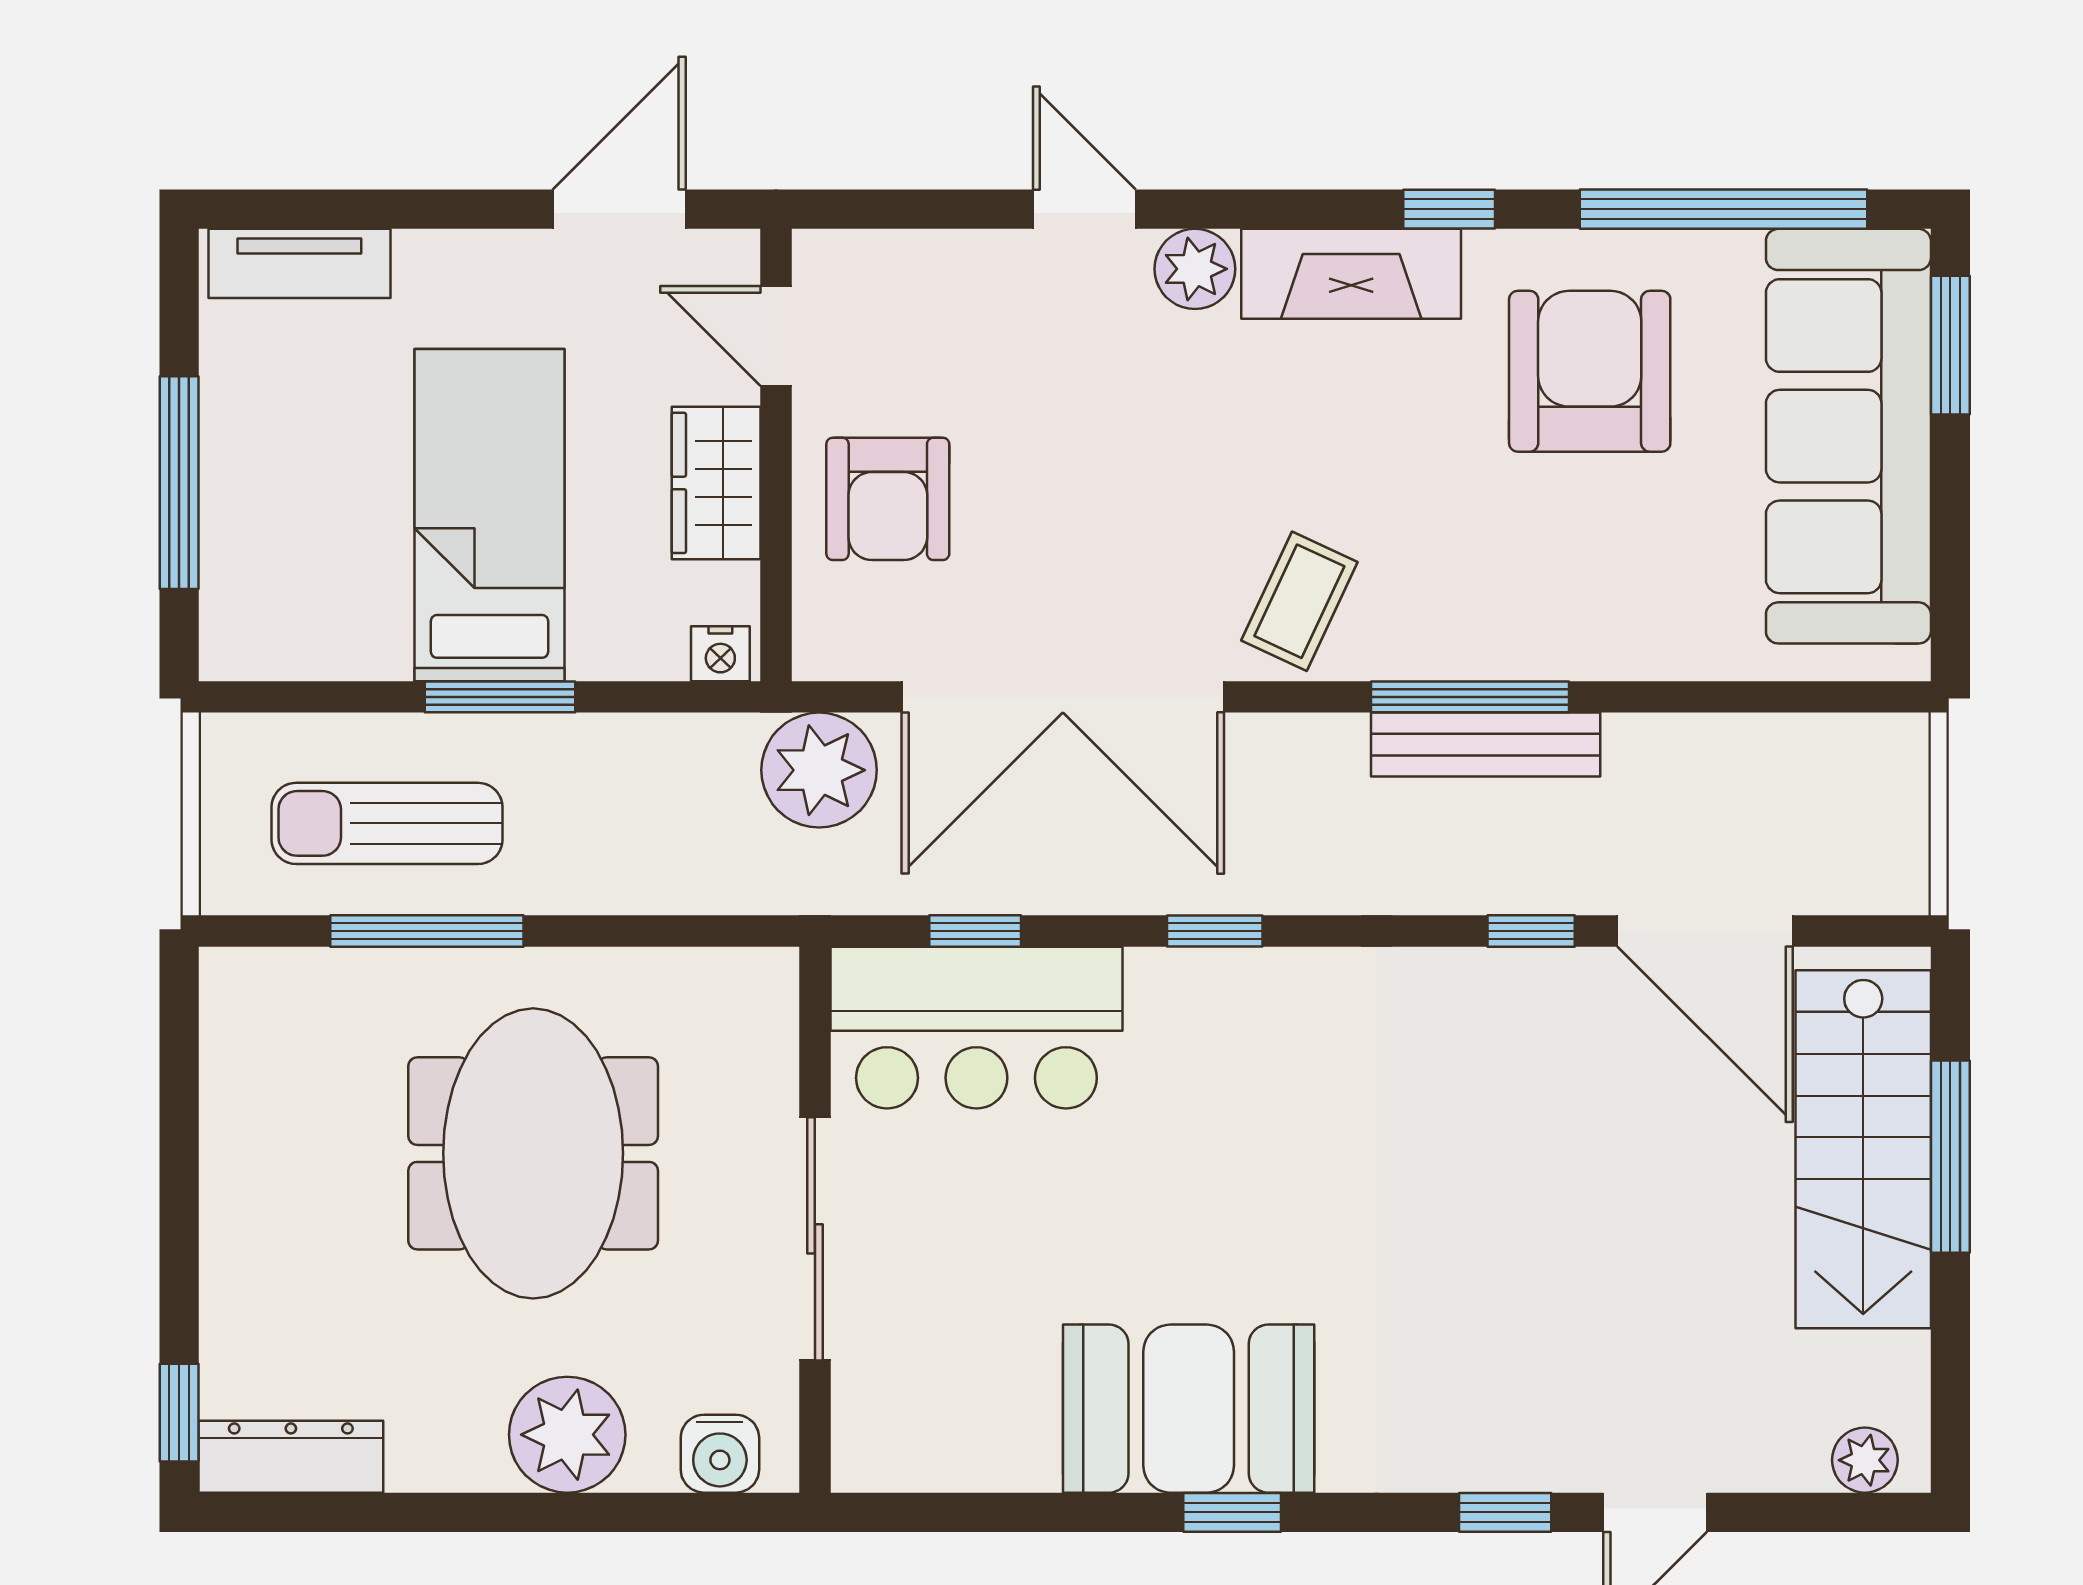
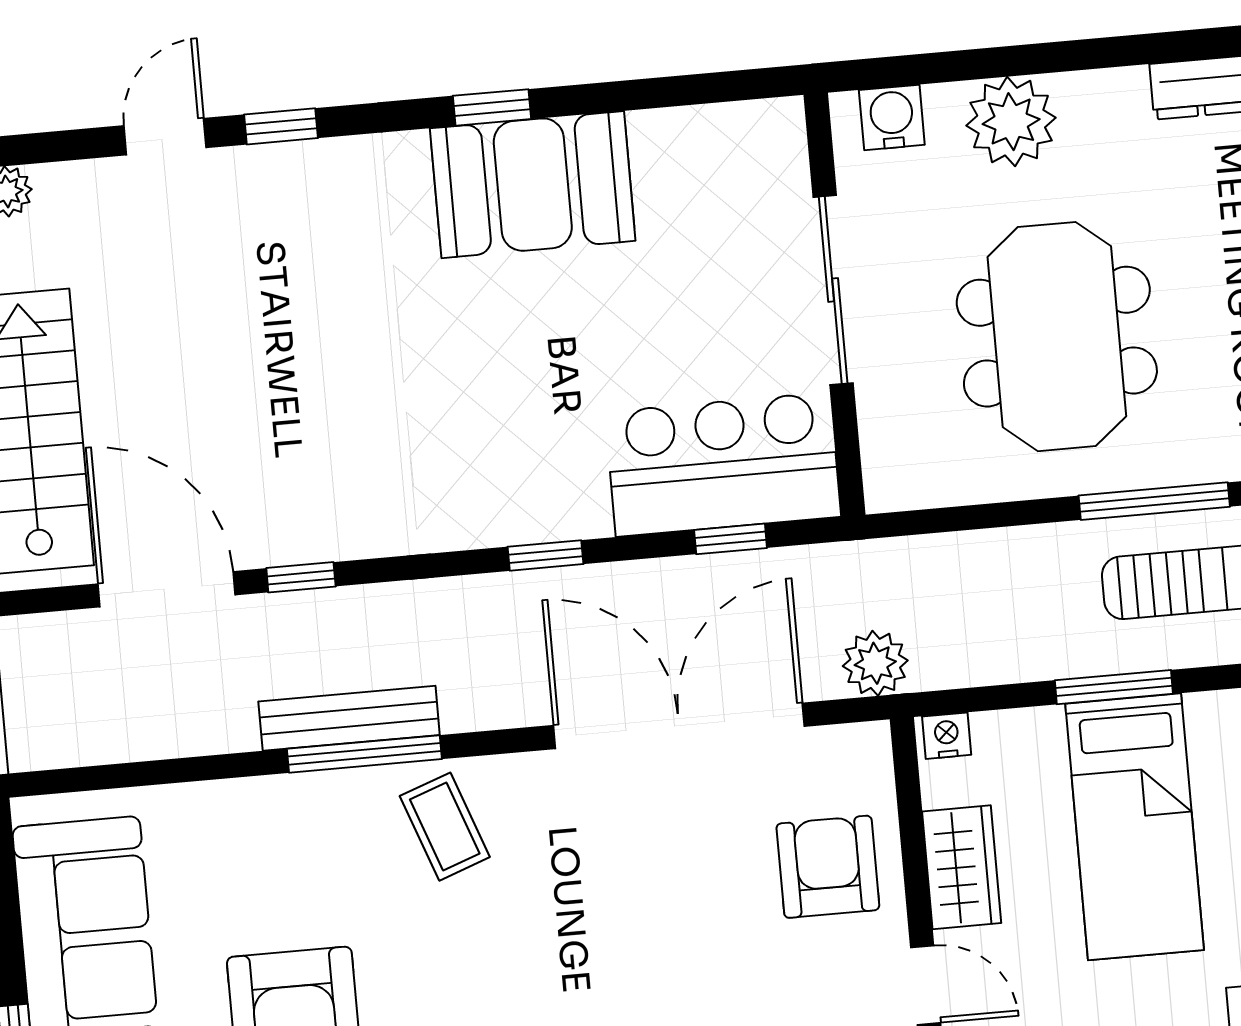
coffee table: (1299, 601) -> (445, 827), moved, turned -45
plant: (819, 770) -> (875, 663), width x0.73, depth x0.73

